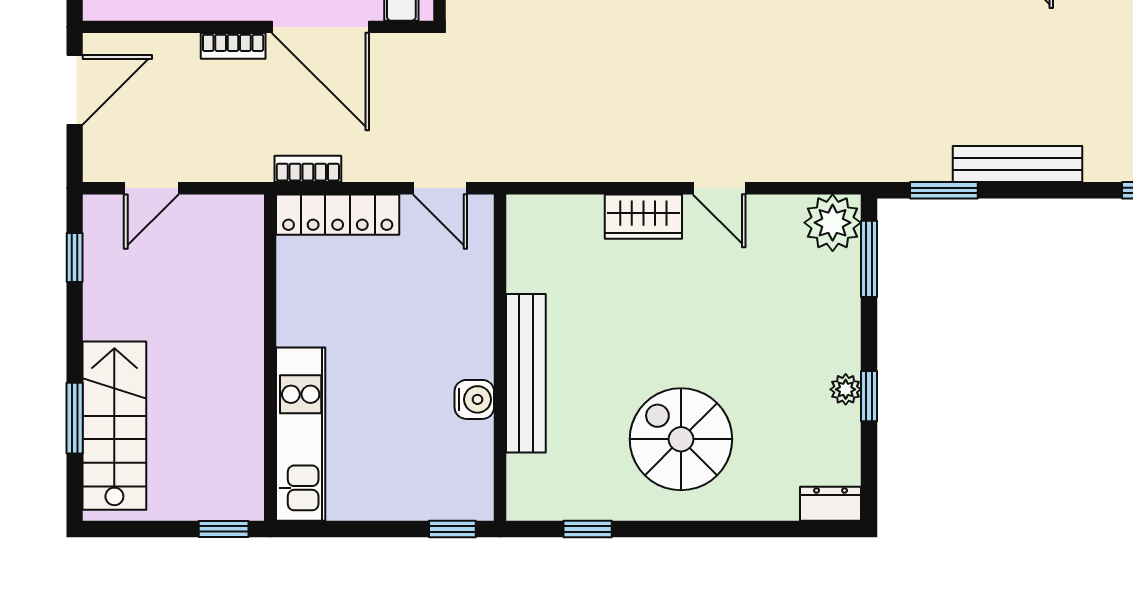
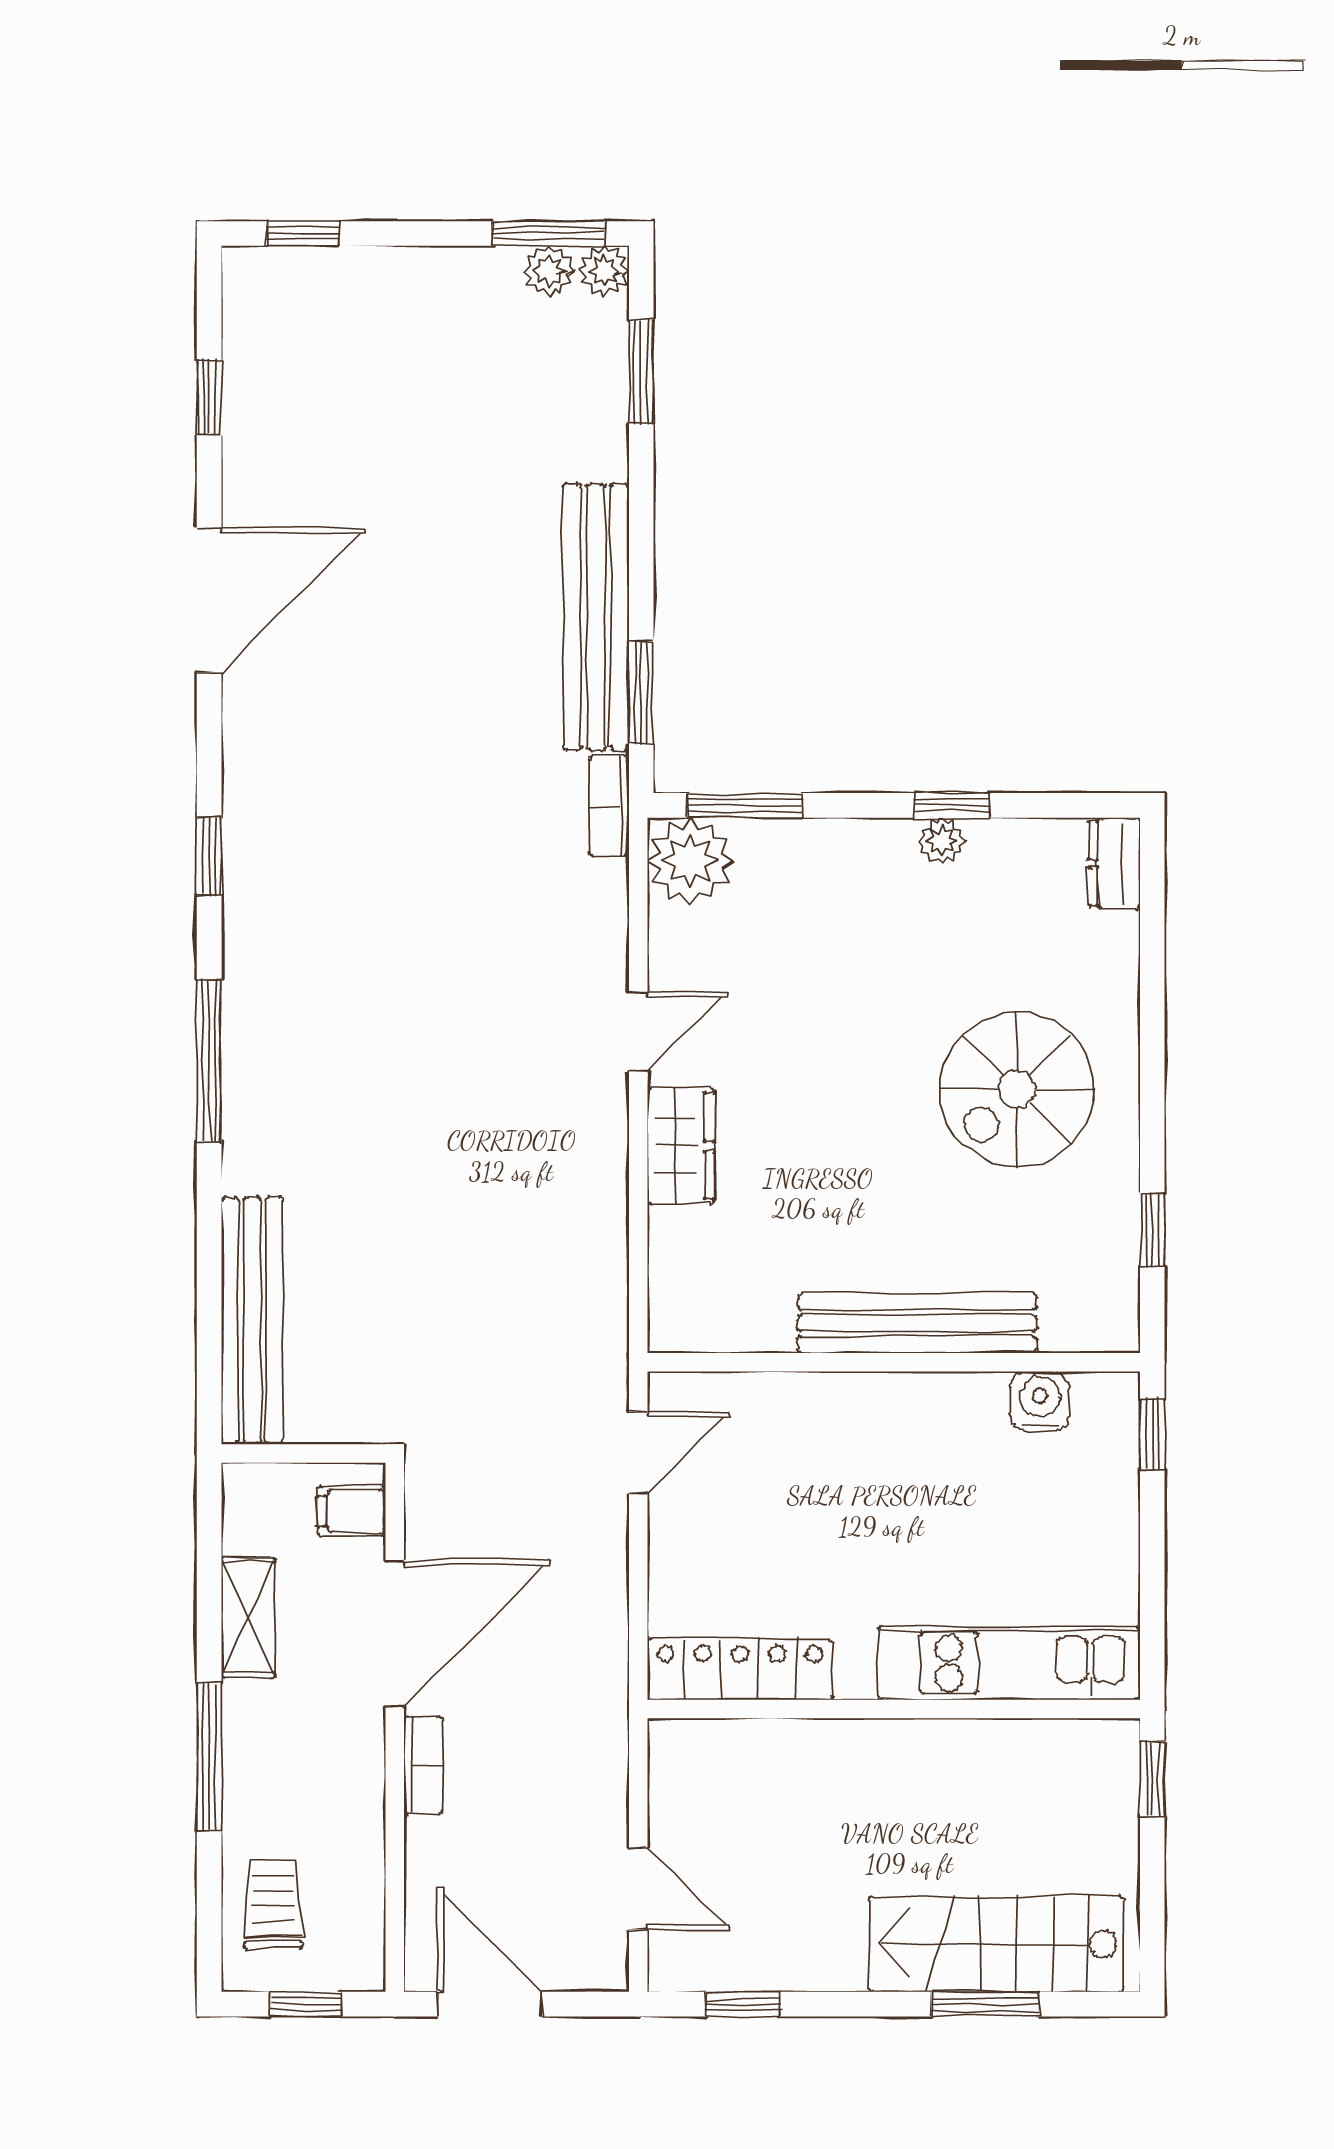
bench: (1018, 164) -> (596, 617), width x1.37, depth x1.21
bookcase: (308, 169) -> (609, 805), moved
locker: (338, 215) -> (740, 1669), moved, turned -90
water cooler: (474, 399) -> (1040, 1401), moved

